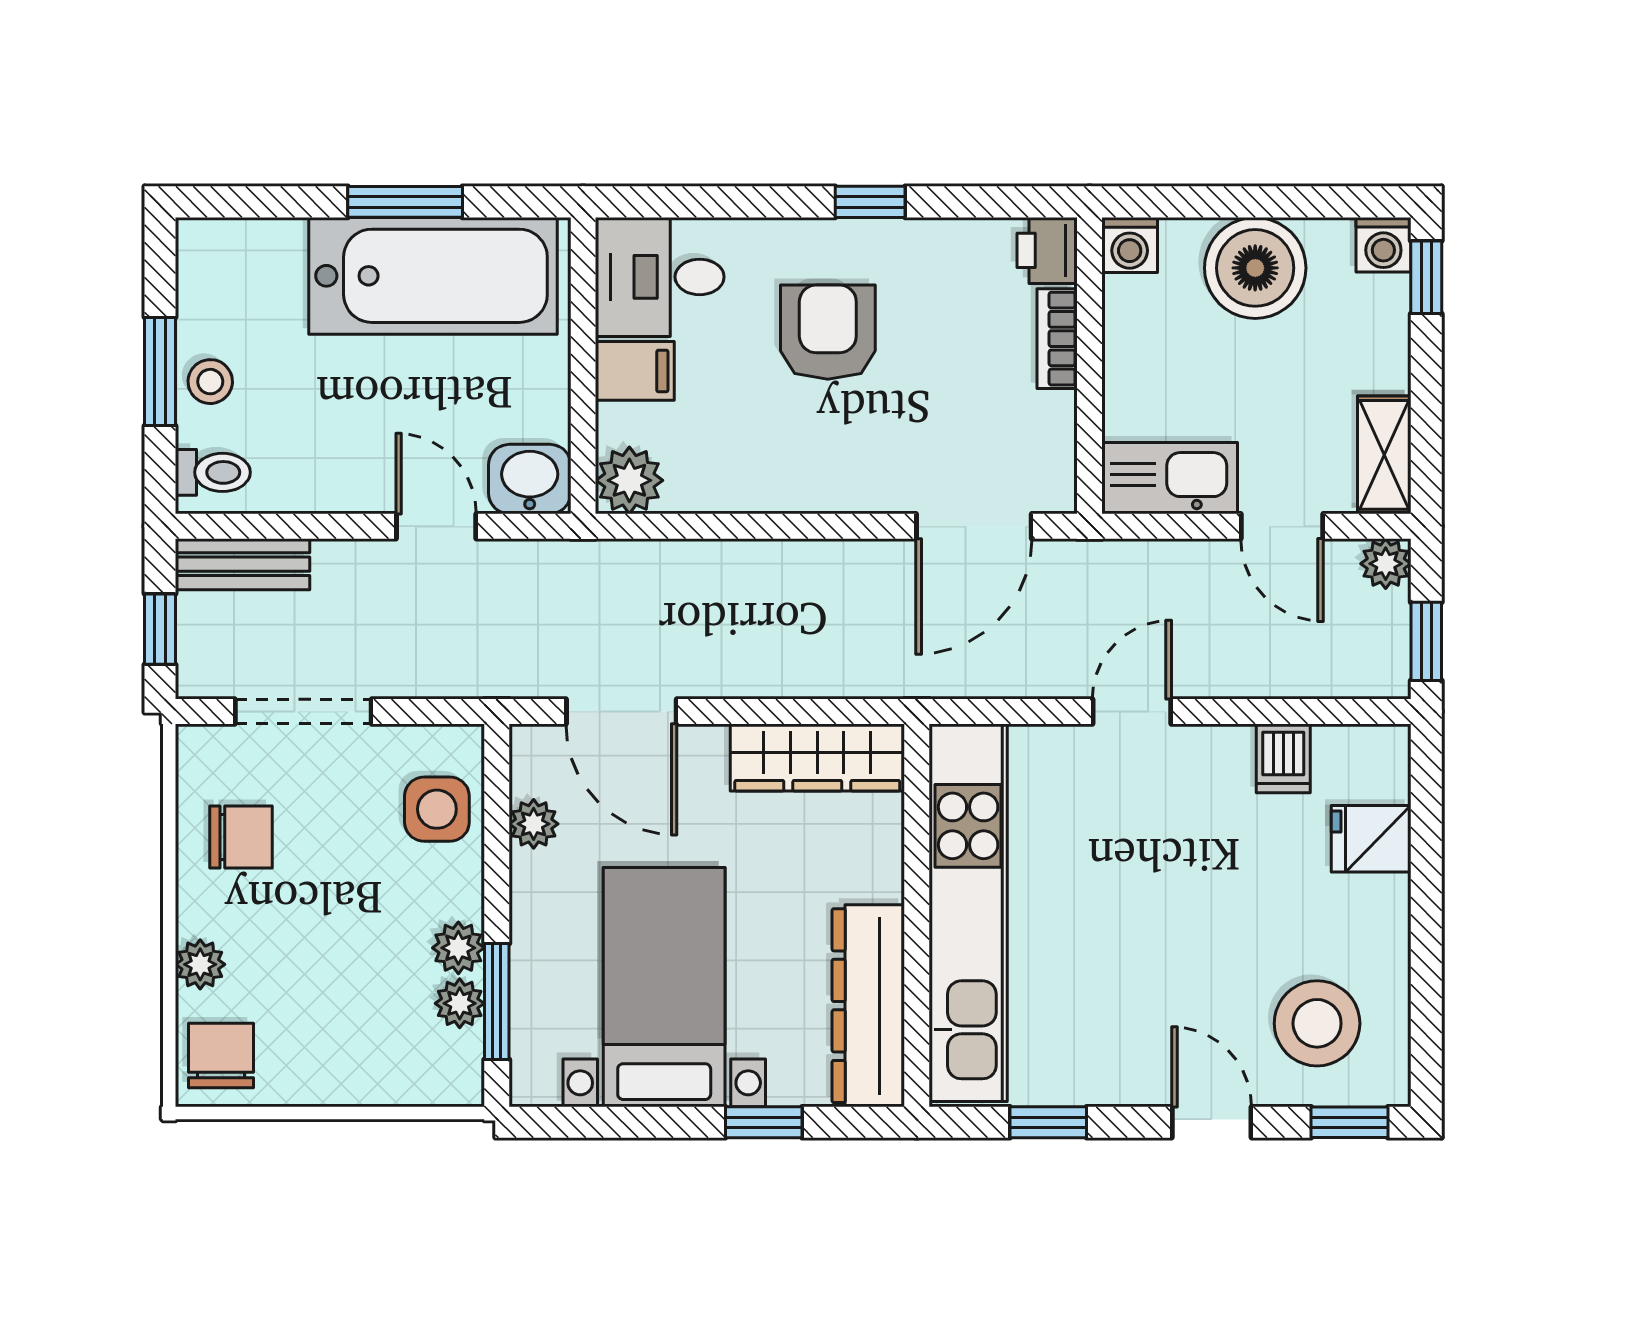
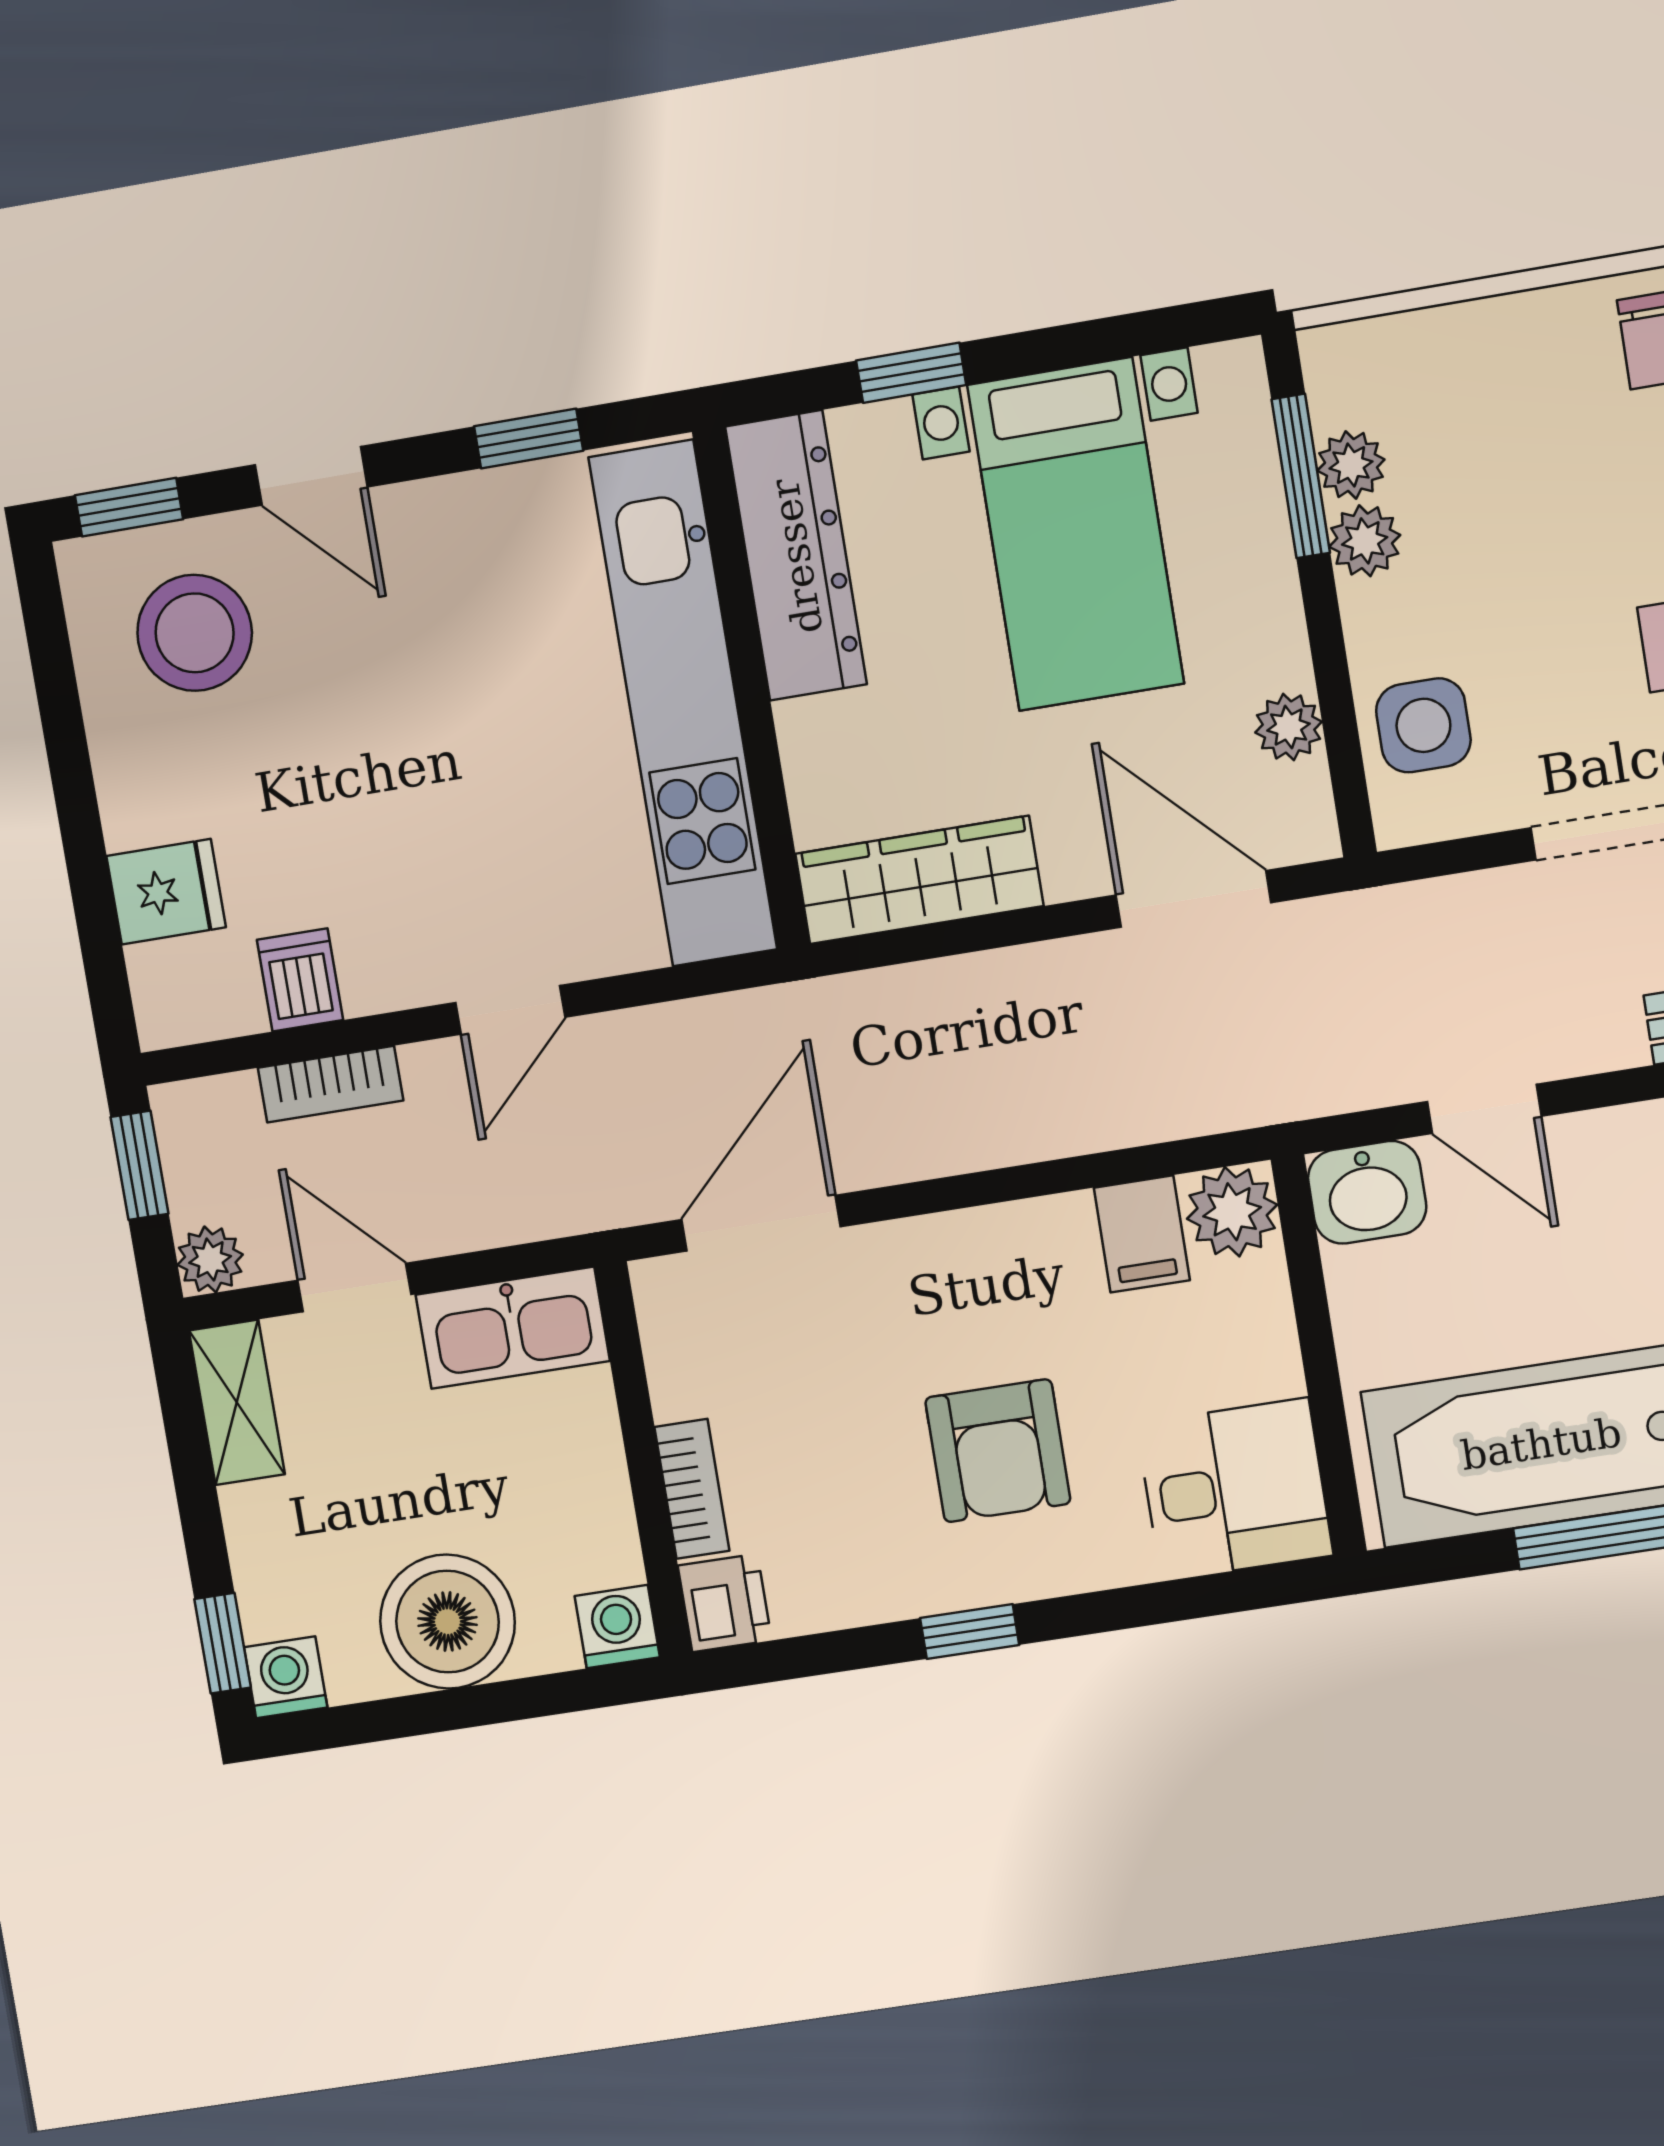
filing cabinet: (635, 371) -> (1142, 1234), moved, turned -90
bookcase: (1274, 678) -> (331, 1084), added

